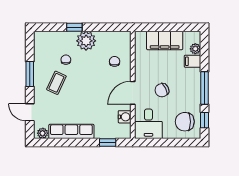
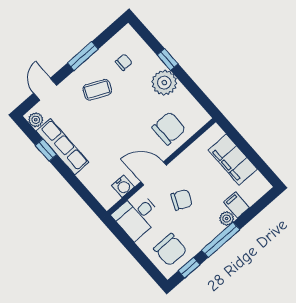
plant: (195, 49) -> (227, 219), moved
chair: (66, 60) -> (124, 62), moved
chair: (115, 61) -> (169, 128), width x1.87, depth x1.87
chair: (162, 90) -> (181, 200), turned 142
chair: (185, 122) -> (170, 250), turned 180
window: (108, 143) -> (46, 150), moved

